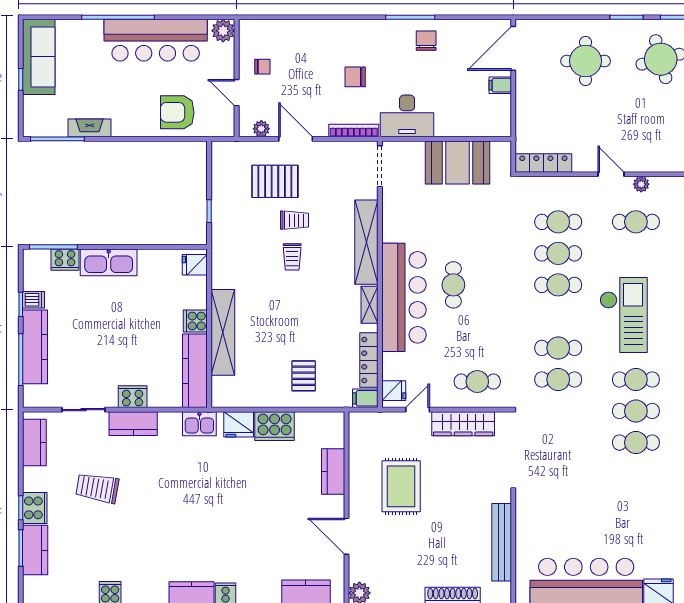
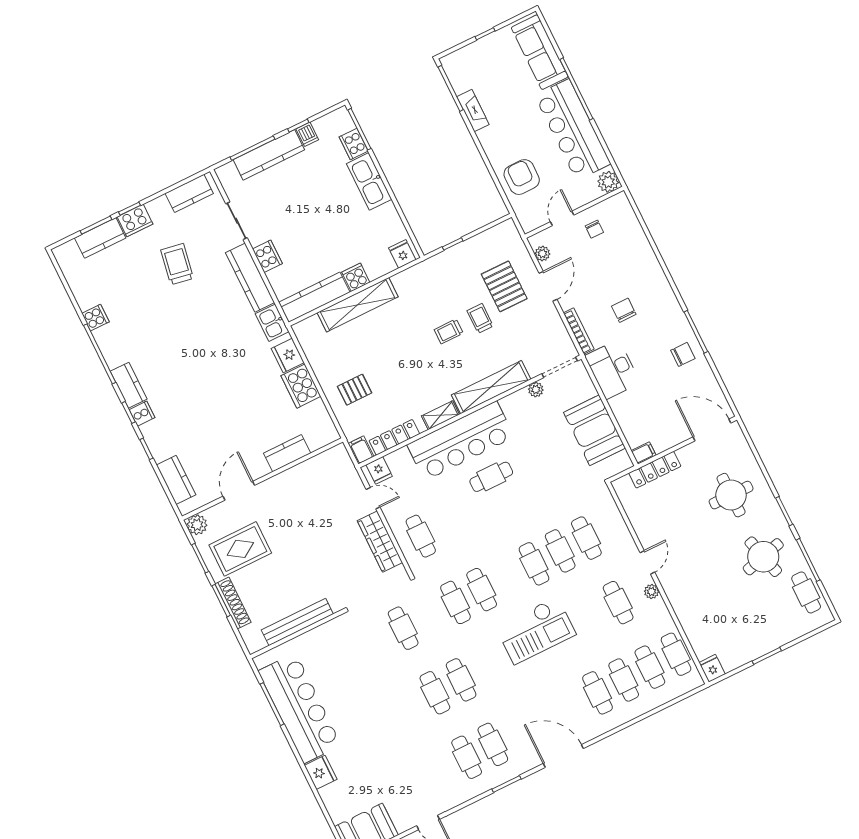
sofa: (39, 57) -> (540, 52), moved, turned 90
filing cabinet: (500, 85) -> (643, 453), moved, turned 90
locker: (543, 163) -> (655, 470), moved, turned 90
plant: (390, 200) -> (536, 390), added
trolley: (294, 220) -> (480, 318), turned 180
cafe table: (636, 379) -> (403, 628), moved
kitchen counter: (133, 424) -> (250, 278), width x1.50
rug: (401, 486) -> (240, 549), moved

